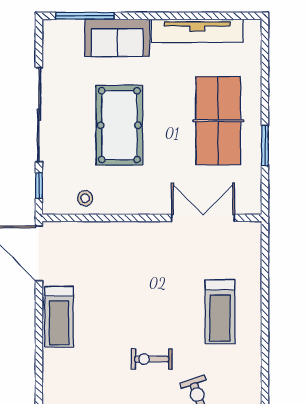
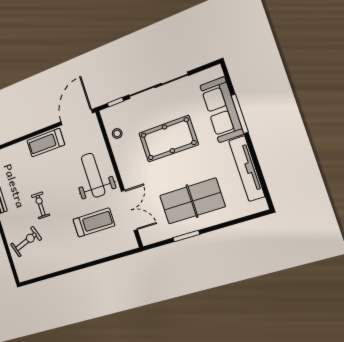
window: (85, 16) -> (240, 114), moved
sofa: (117, 38) -> (222, 110), width x1.36
weight bench: (134, 257) -> (93, 175), added
treadmill: (220, 312) -> (94, 223), moved, turned 180

